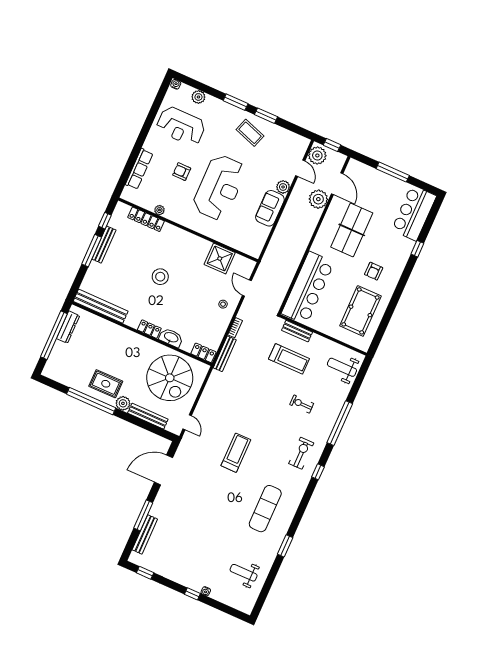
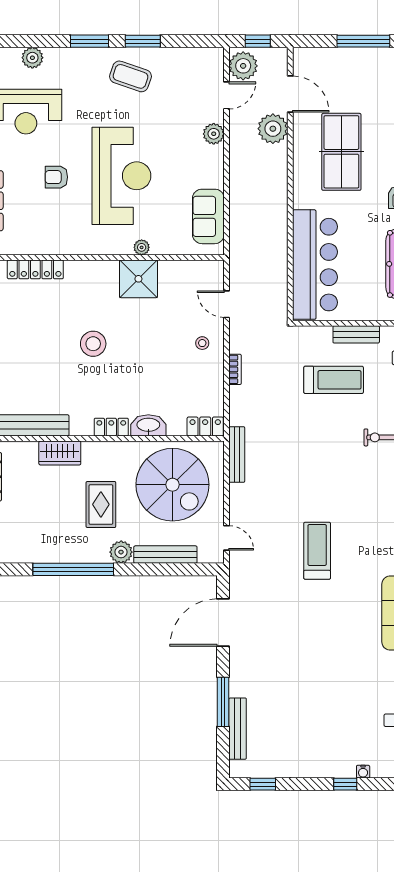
door: (300, 168) -> (227, 95), hinge flipped
sofa: (270, 208) -> (208, 216), moved
plant: (159, 210) -> (142, 247), moved
shower: (220, 259) -> (138, 279), moved
wardrobe: (113, 331) -> (60, 453), added
bench: (297, 331) -> (356, 334), moved
bench: (225, 354) -> (237, 454), moved
rug: (106, 384) -> (101, 504), moved, turned 90

